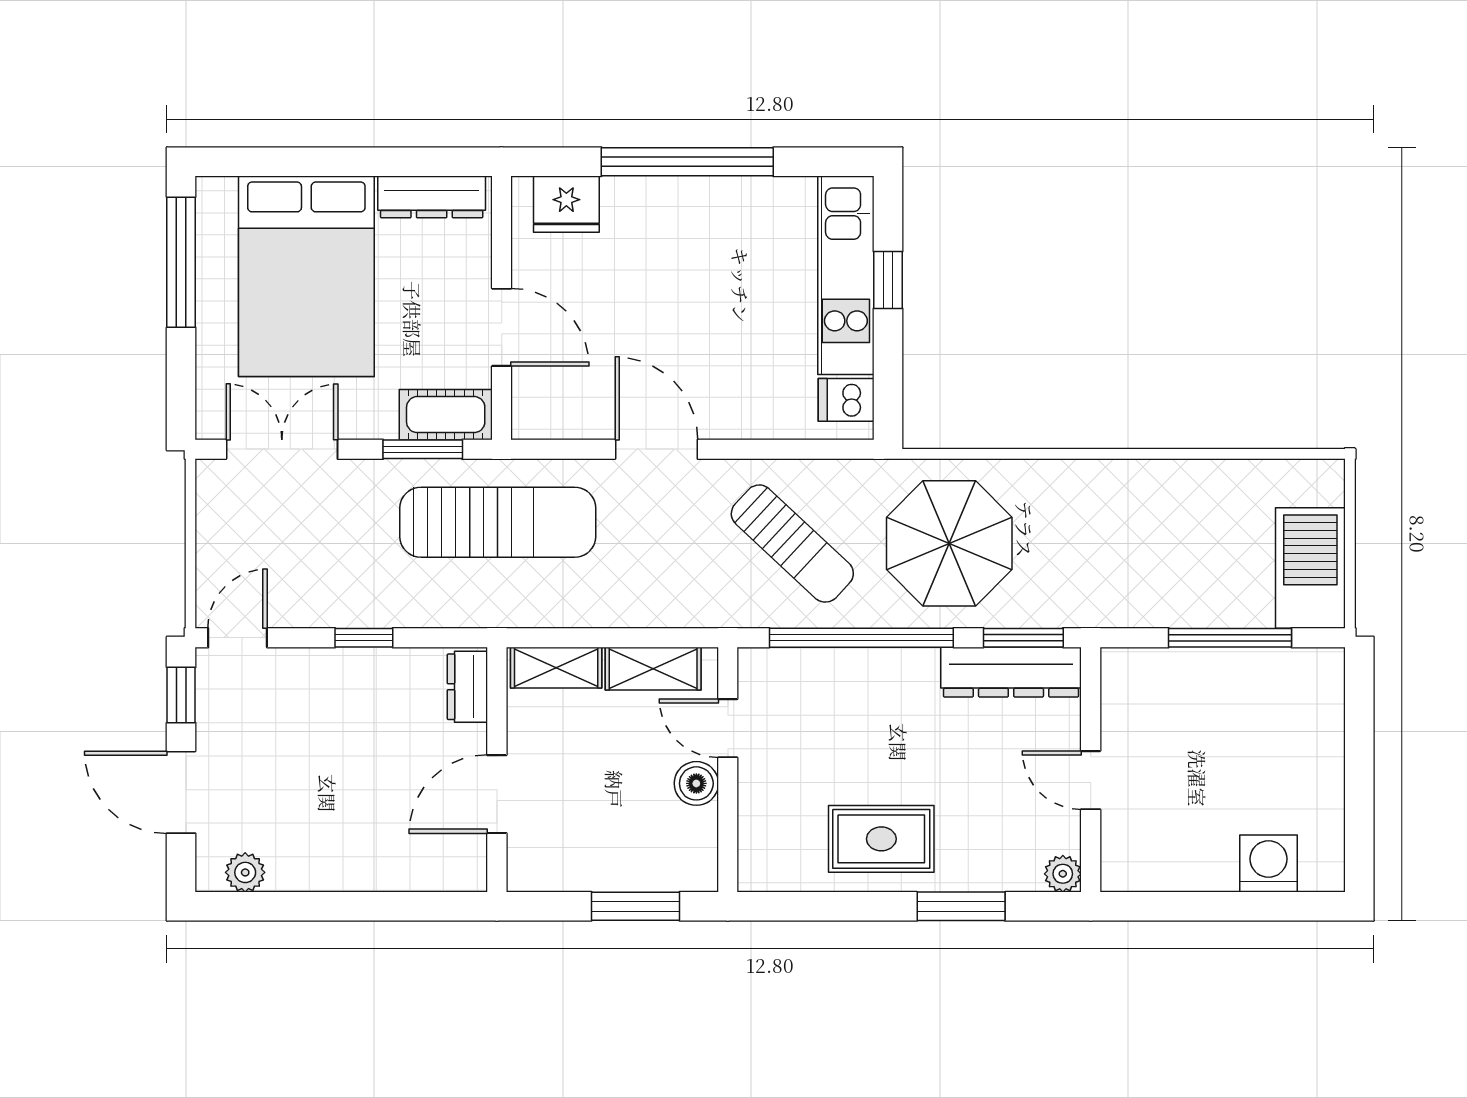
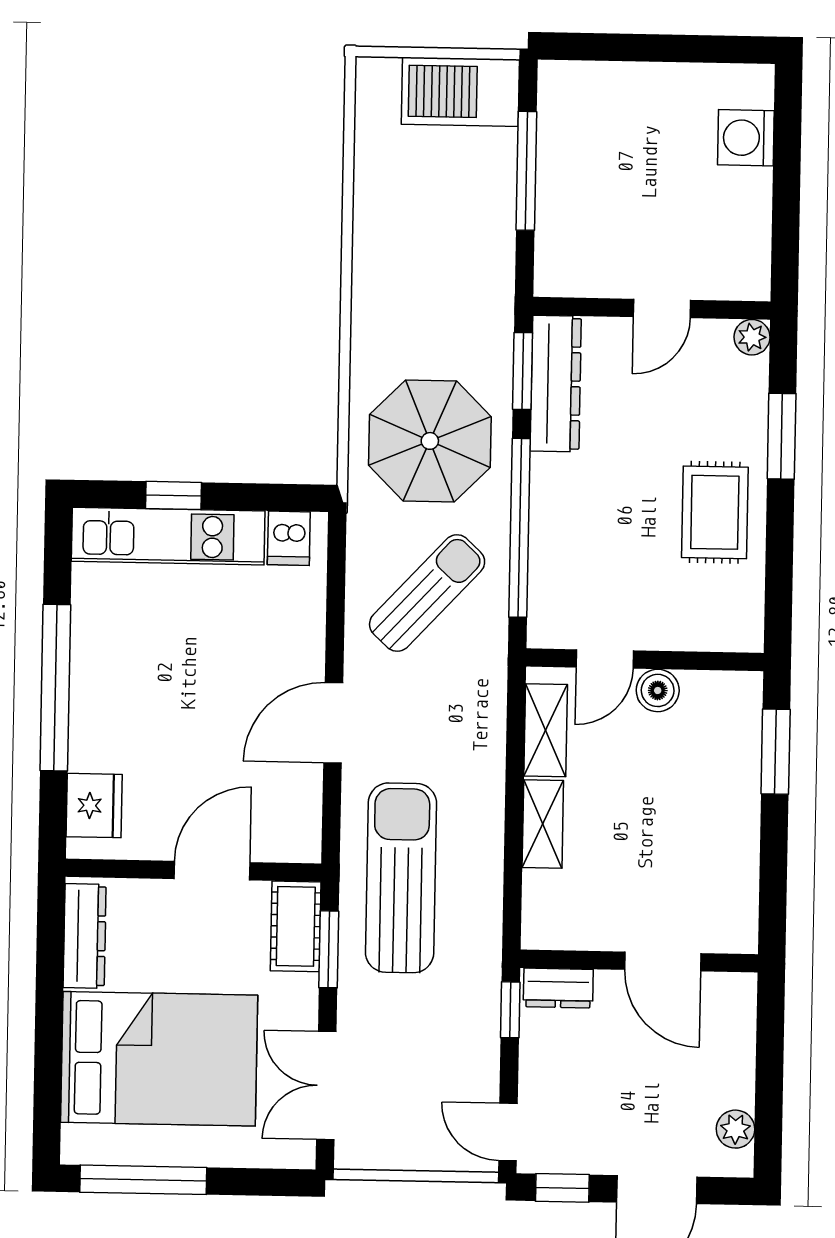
dresser: (467, 687) -> (558, 988), moved
wall: (497, 770) -> (639, 961), moved
door: (497, 794) -> (663, 961), moved

